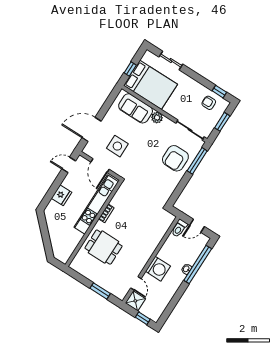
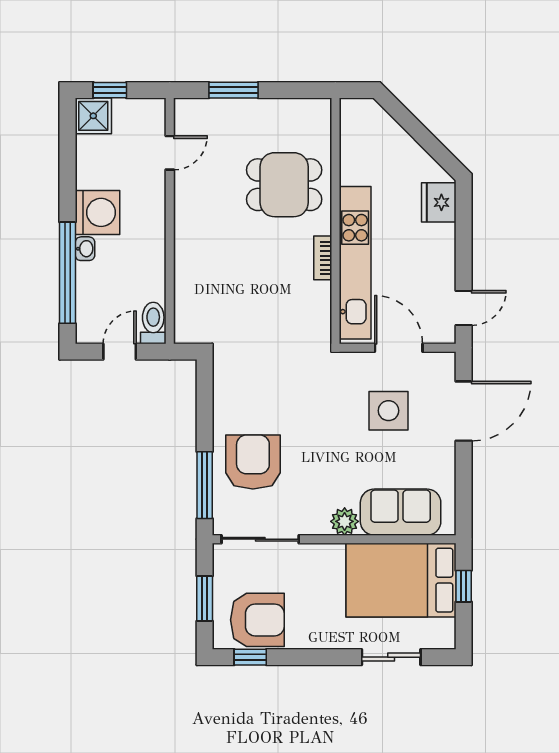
armchair: (209, 103) -> (257, 620), width x1.88, depth x1.88
fridge: (62, 195) -> (439, 202), moved
washing machine: (158, 269) -> (97, 212), moved, turned 180
door: (136, 283) -> (170, 153), swing flipped
shower: (135, 301) -> (93, 116), moved

